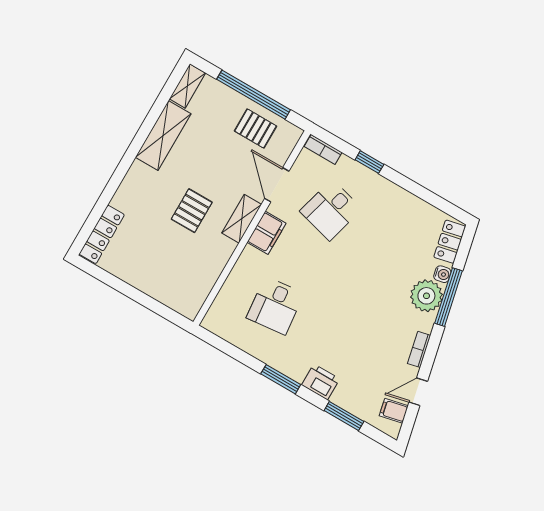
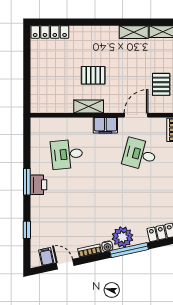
shelving: (163, 136) -> (134, 32), width x0.67, depth x0.75
shelving: (242, 219) -> (89, 106), moved
water cooler: (442, 274) -> (107, 246), moved
printer: (321, 382) -> (38, 185), moved
window: (344, 416) -> (27, 230), width x0.67

